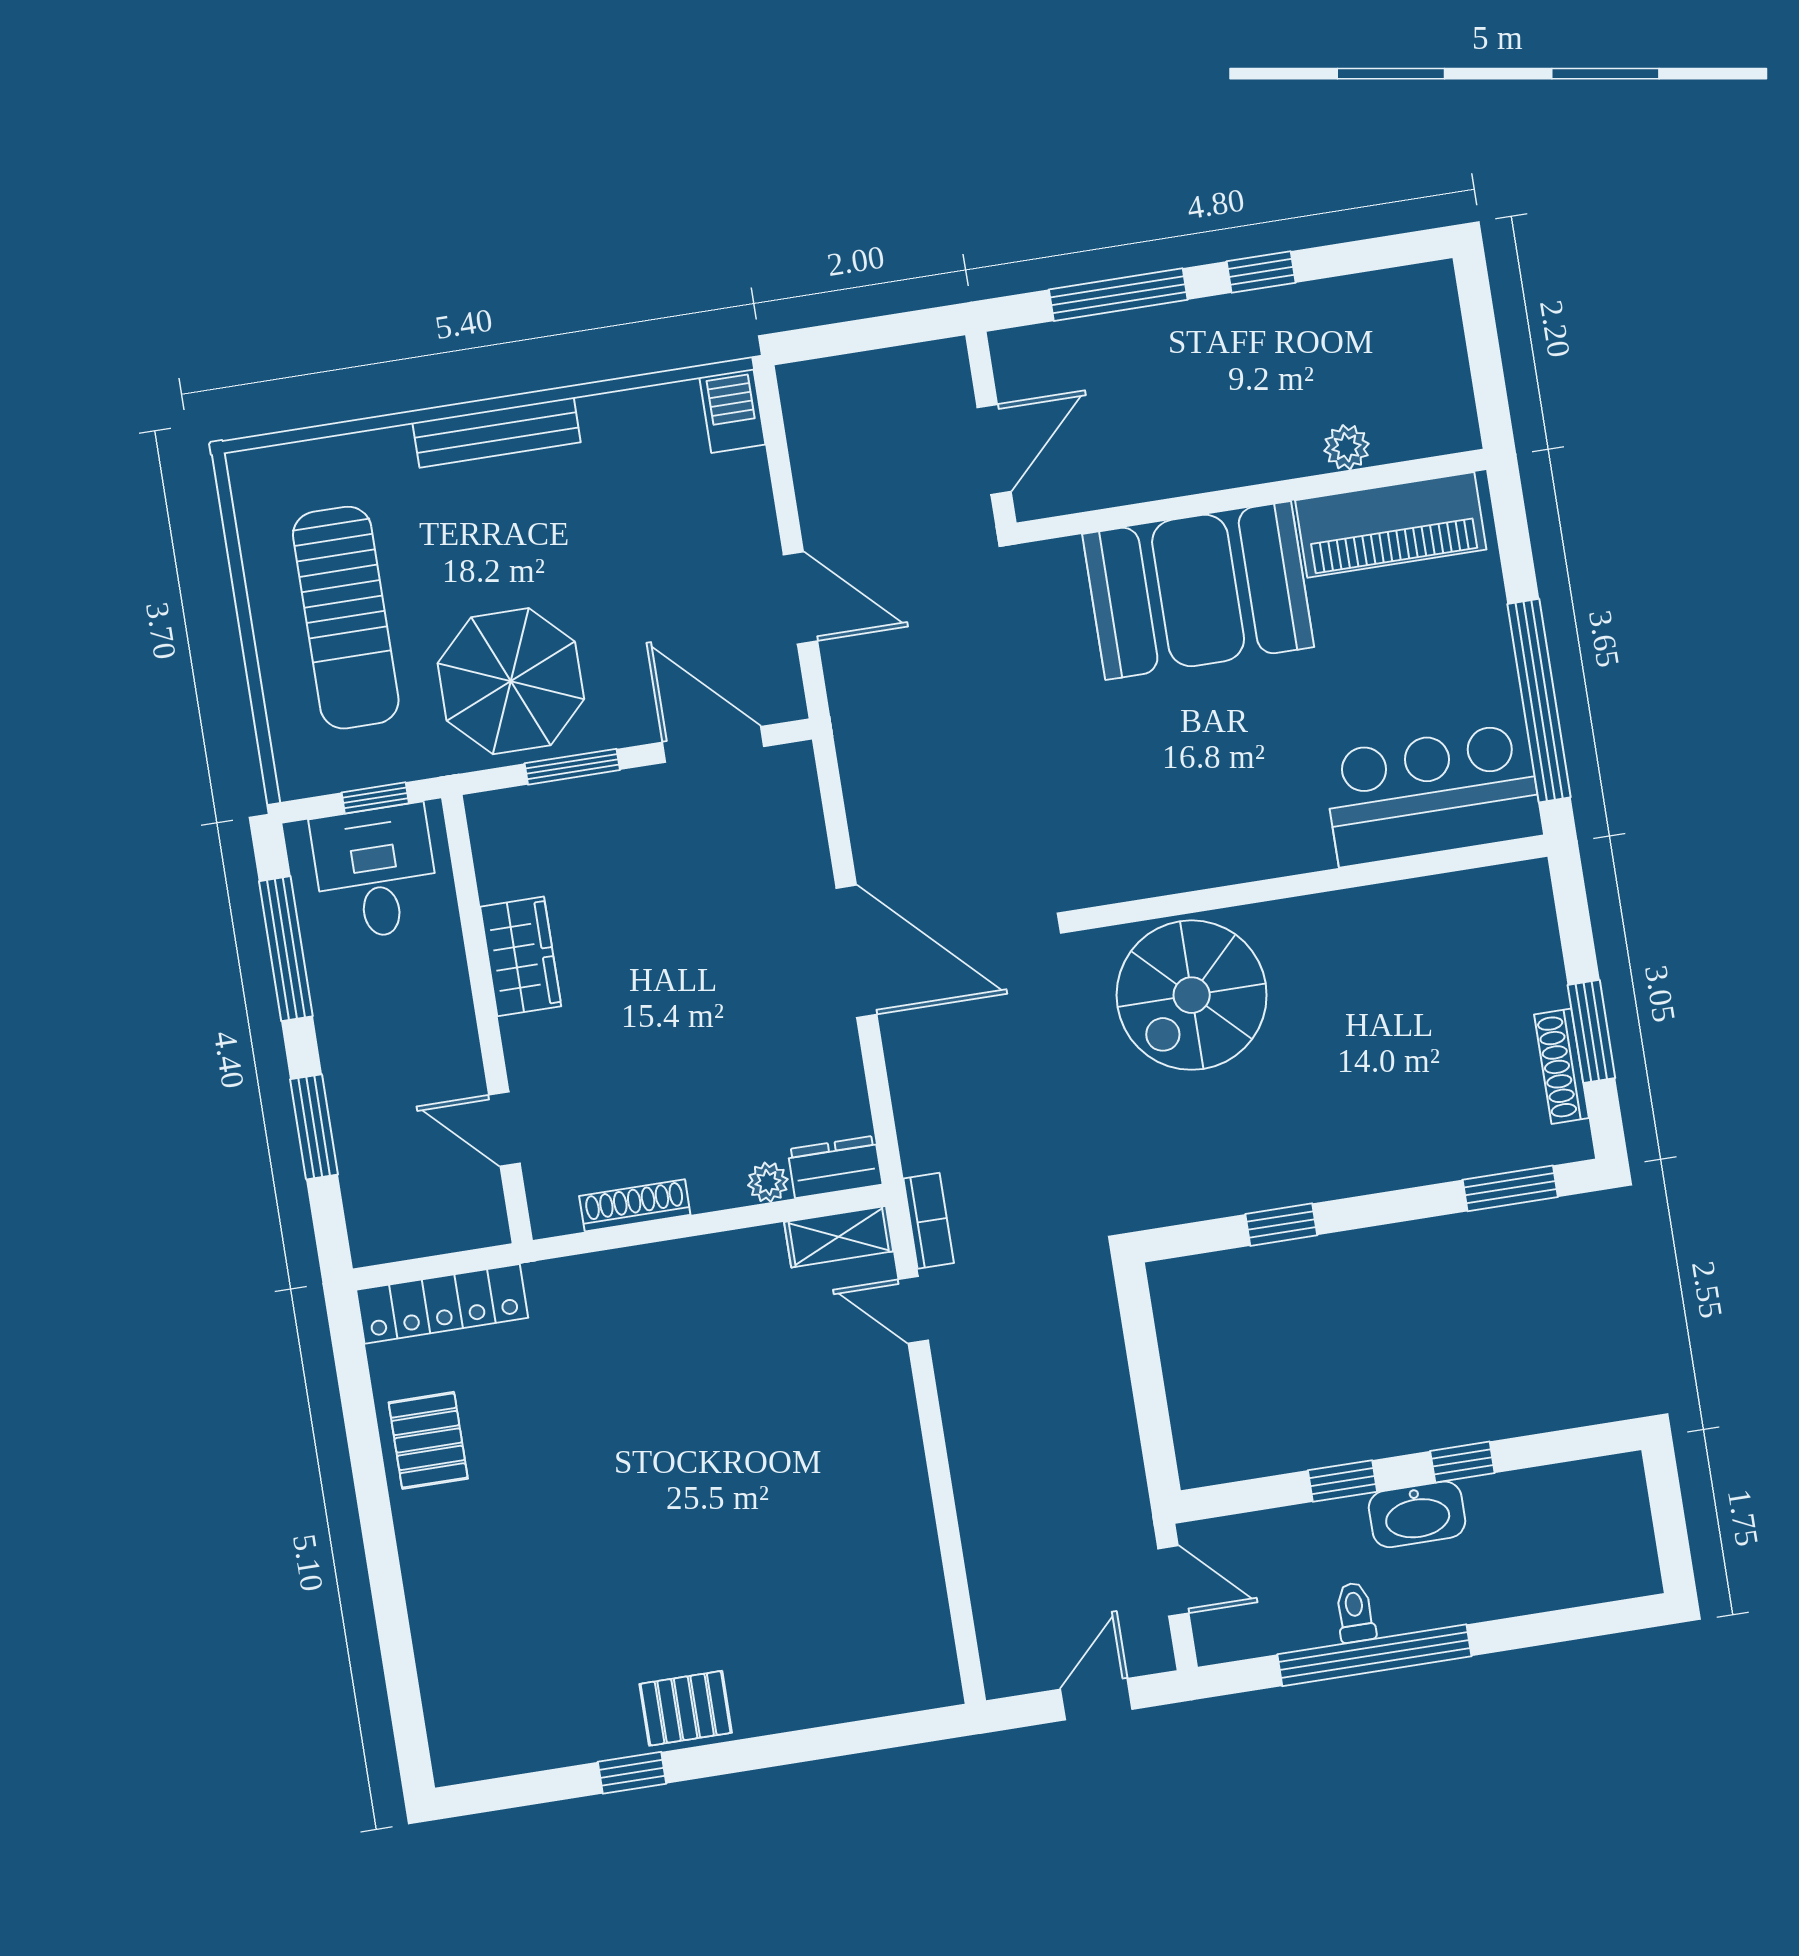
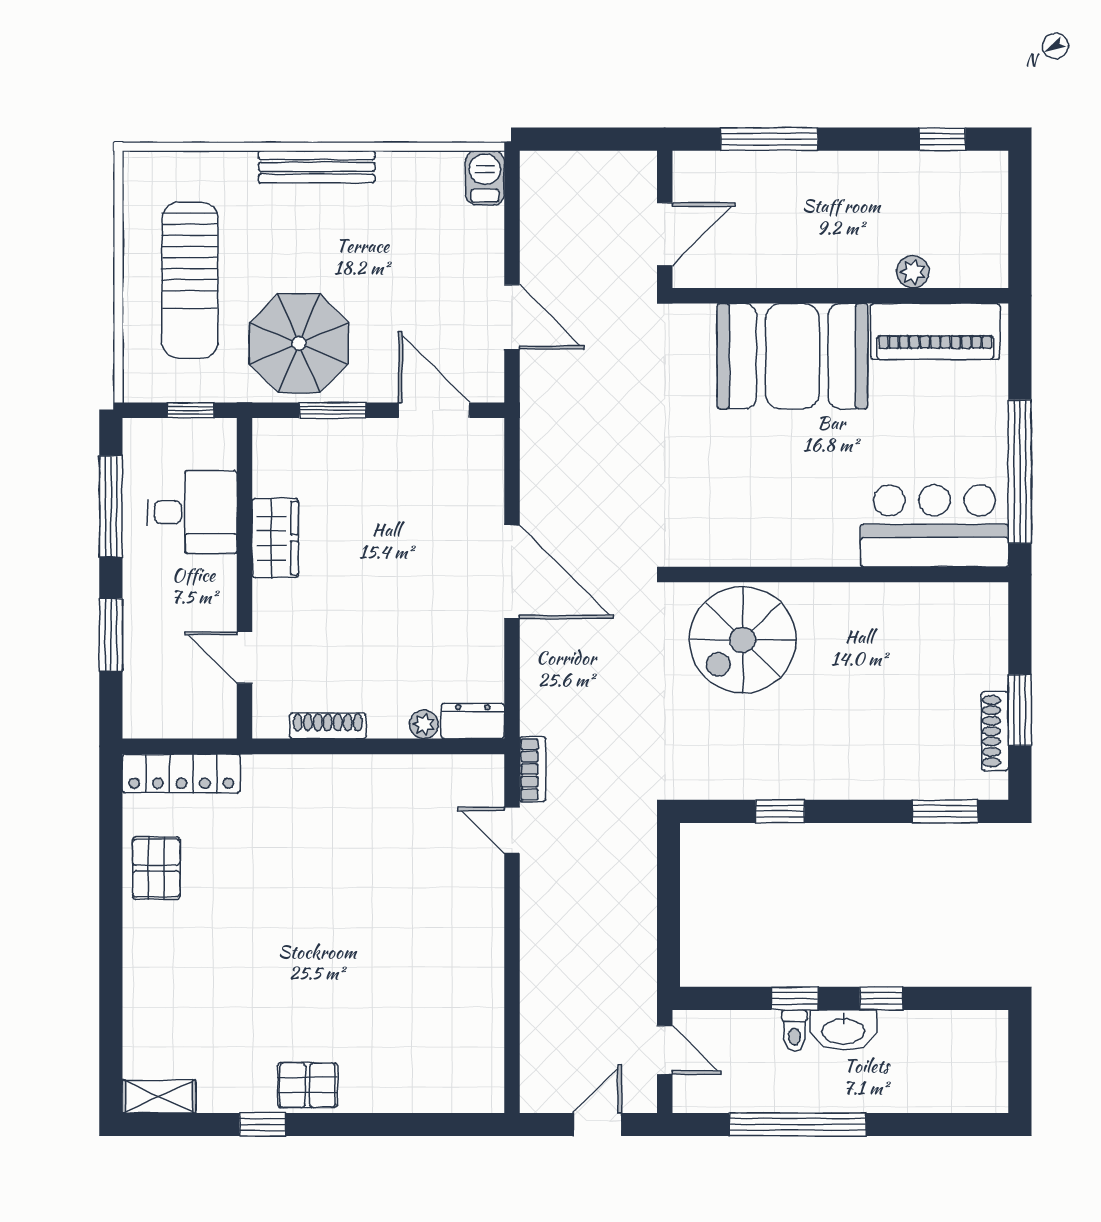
window: (1261, 272) -> (942, 139), moved
desk: (376, 872) -> (192, 512), moved, turned 90
shelving: (839, 1237) -> (159, 1097), moved
toilet: (1355, 1612) -> (794, 1031), moved, turned 180

